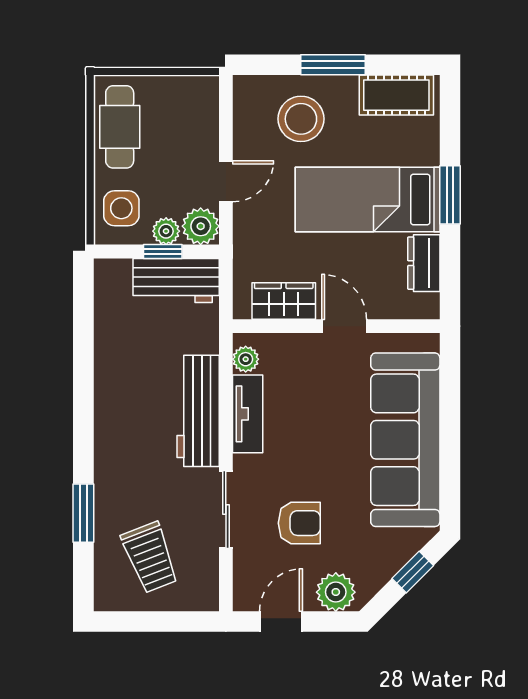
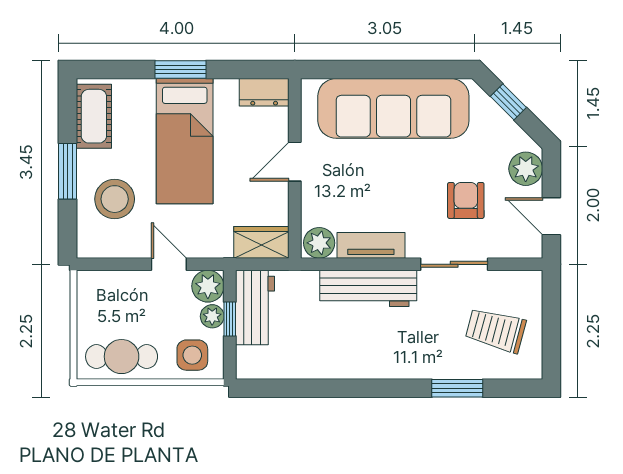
dresser: (424, 263) -> (264, 92), moved
wardrobe: (284, 301) -> (261, 242), moved, turned 90
plant: (246, 359) -> (319, 243), width x1.38, depth x1.38
trolley: (150, 557) -> (496, 330), turned -144

